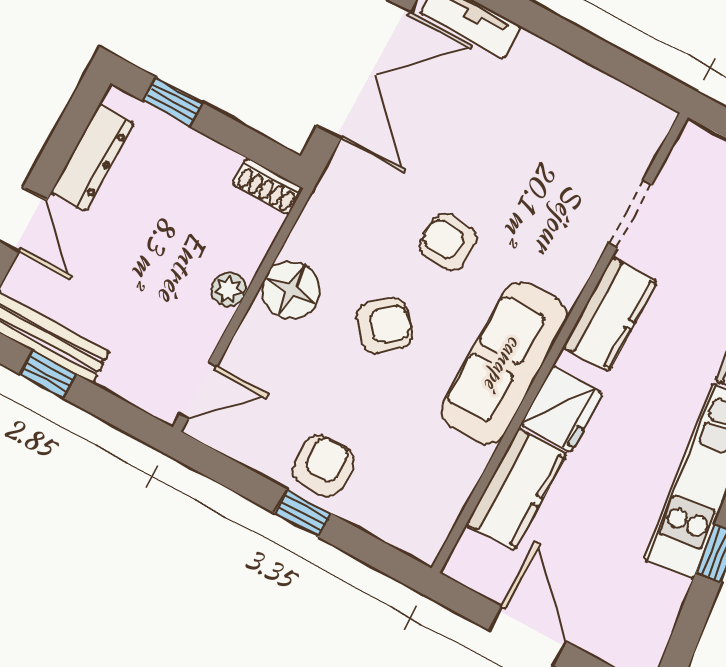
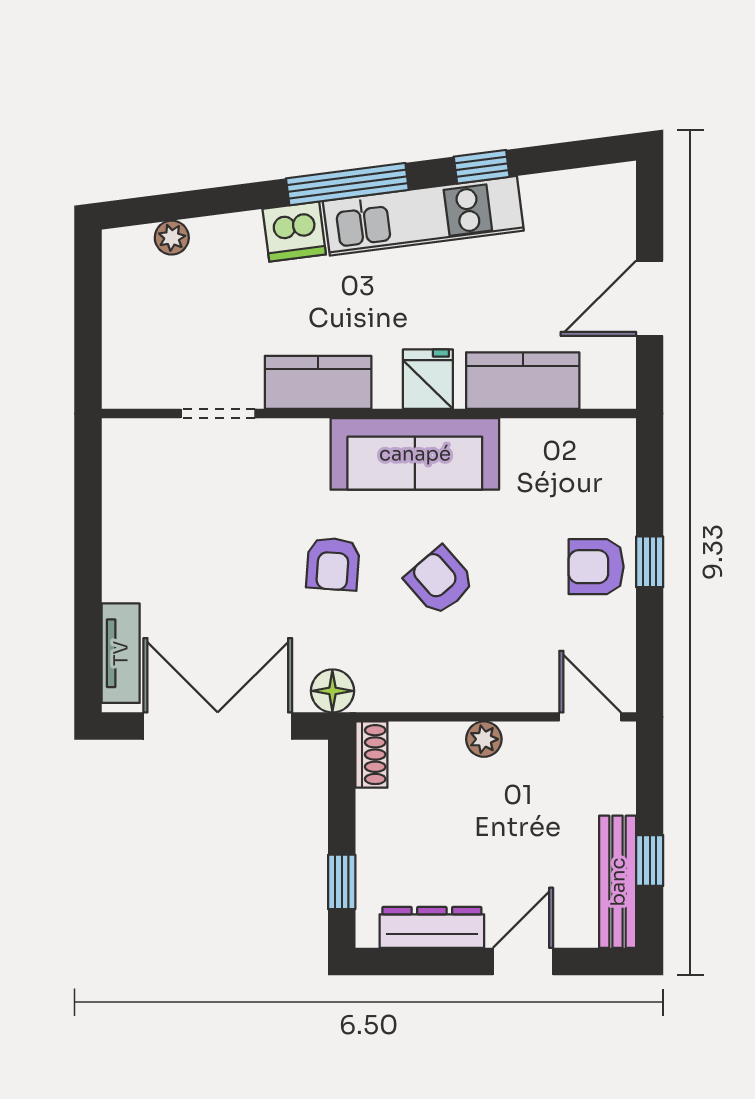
floor lamp: (291, 290) -> (332, 691), moved, width x0.73, depth x0.73
fridge: (562, 409) -> (428, 379), width x0.72

